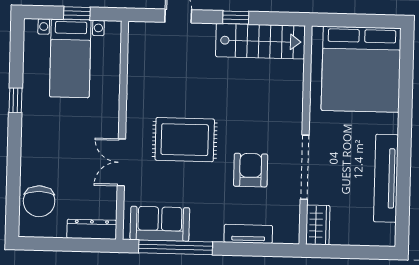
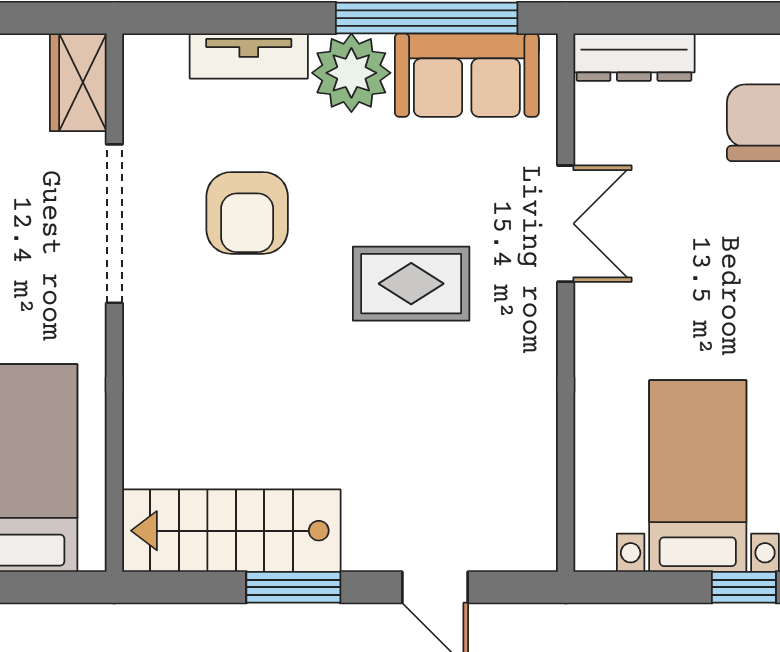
window: (77, 13) -> (744, 587), moved
window: (236, 17) -> (293, 587), width x1.50
rug: (185, 140) -> (411, 284), width x0.73, depth x0.70
plant: (207, 226) -> (351, 73), added

